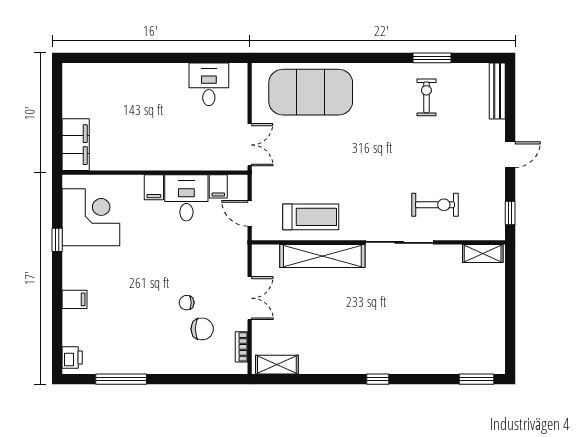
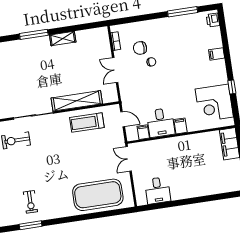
shelving: (277, 365) -> (63, 39), moved
window: (378, 379) -> (34, 34), width x2.17

